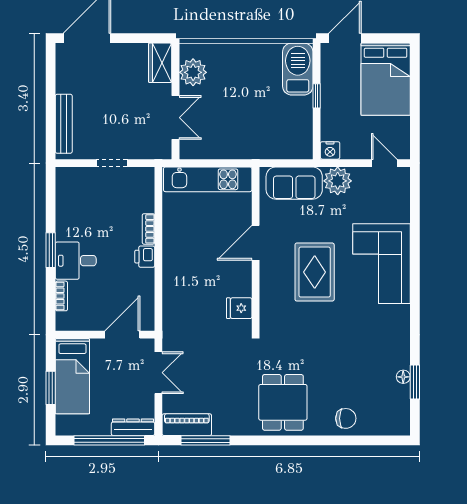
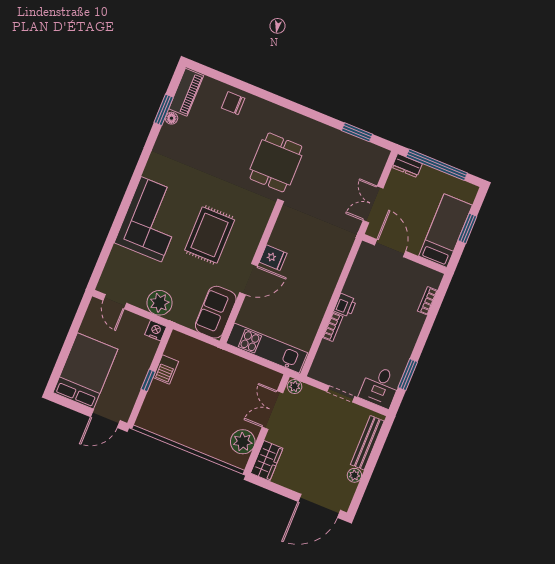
barbecue: (298, 69) -> (166, 370), moved, width x0.53, depth x0.65
plant: (63, 85) -> (354, 475), added
plant: (163, 151) -> (295, 386), added
sofa: (294, 183) -> (216, 312), moved, turned -90
window: (51, 250) -> (408, 375), moved
desk: (76, 261) -> (380, 387), moved, turned 90
fridge: (239, 308) -> (273, 258), moved
door: (122, 335) -> (390, 248), swing flipped
dining table: (283, 402) -> (276, 162), moved
piano: (187, 425) -> (186, 92), moved, turned -90
dresser: (133, 427) -> (407, 166), width x0.70
window: (206, 440) -> (357, 132), width x0.69

